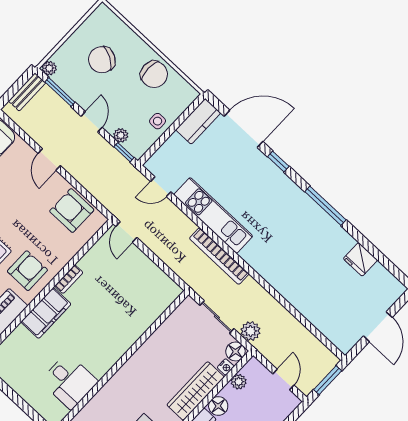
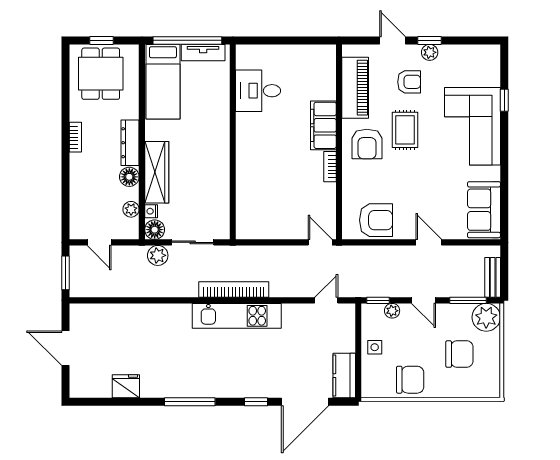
chair: (102, 60) -> (459, 354), turned 60
plant: (49, 68) -> (486, 317), width x1.87, depth x1.87
chair: (154, 74) -> (410, 380), turned 180
kitchen unit: (213, 215) -> (237, 316), moved

